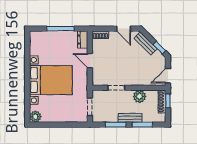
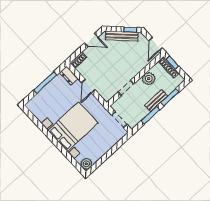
bench: (146, 43) -> (122, 36), width x1.36
door: (90, 61) -> (88, 86), hinge flipped

